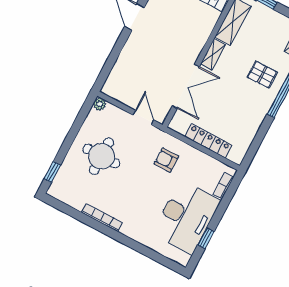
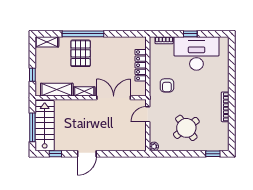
pallet: (262, 75) -> (81, 53), width x1.50, depth x1.42
round table: (101, 156) -> (186, 128), turned -37
window: (206, 238) -> (190, 34), moved

